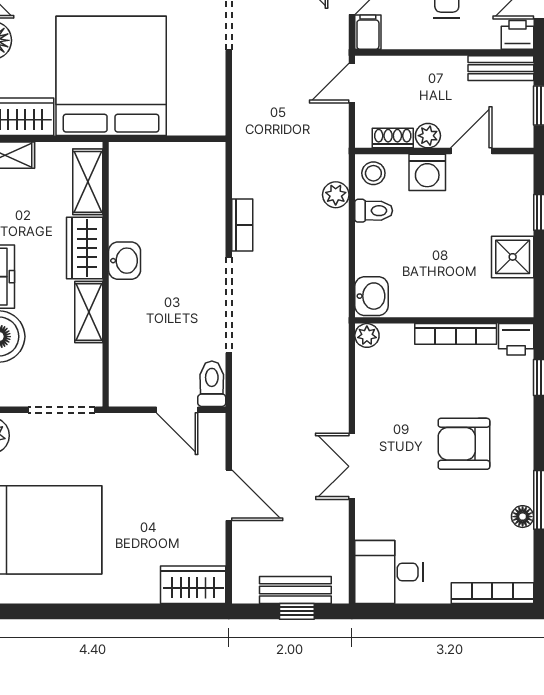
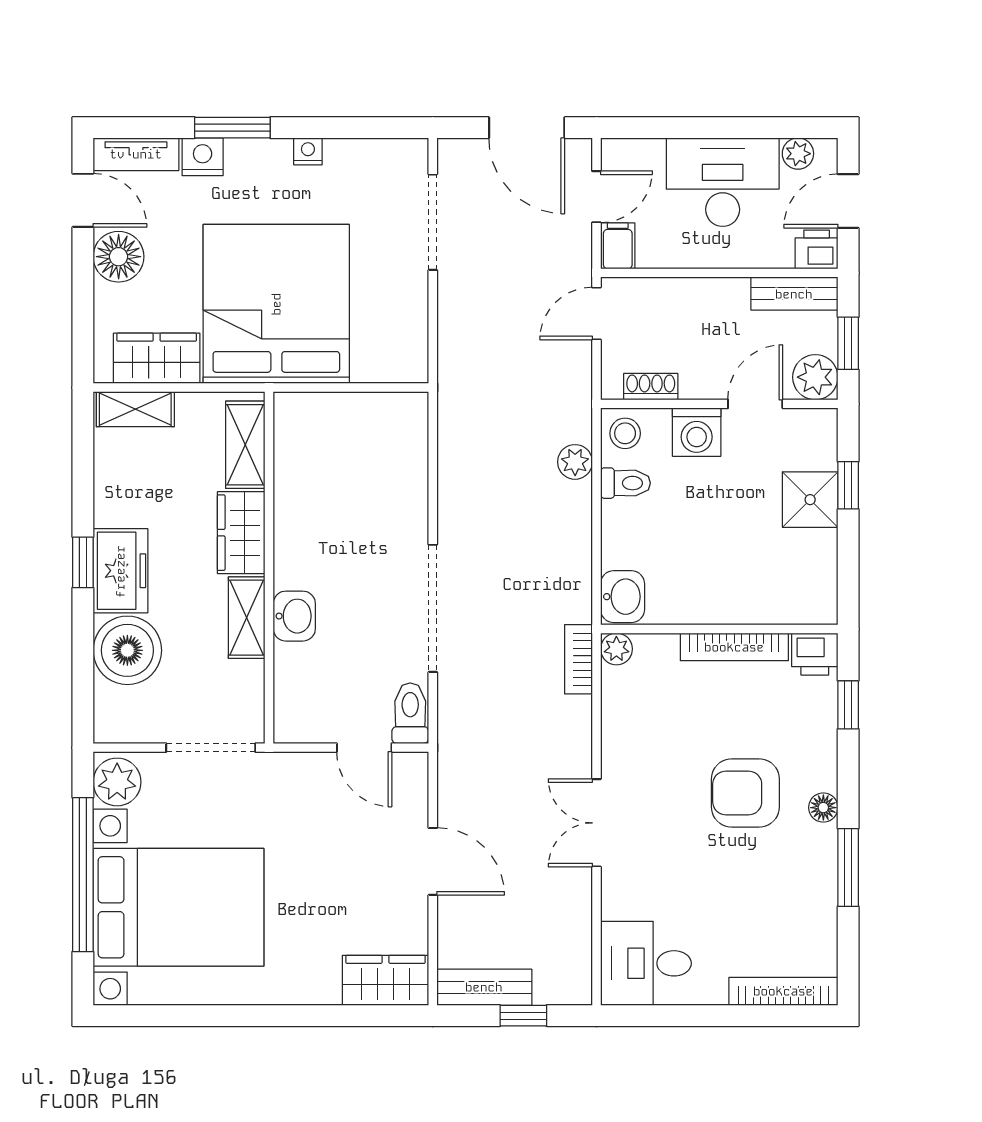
plant: (428, 136) -> (815, 377), moved, width x1.38, depth x1.38
bookcase: (242, 225) -> (578, 659), moved, turned 180
shower: (513, 257) -> (810, 500), moved
washbasin: (125, 261) -> (294, 616), moved
floor lamp: (523, 517) -> (823, 808), moved
bench: (295, 590) -> (484, 987), moved

